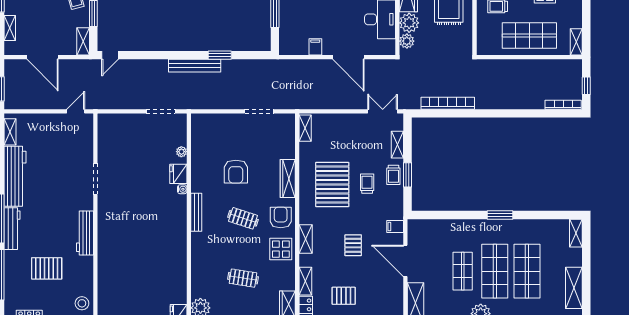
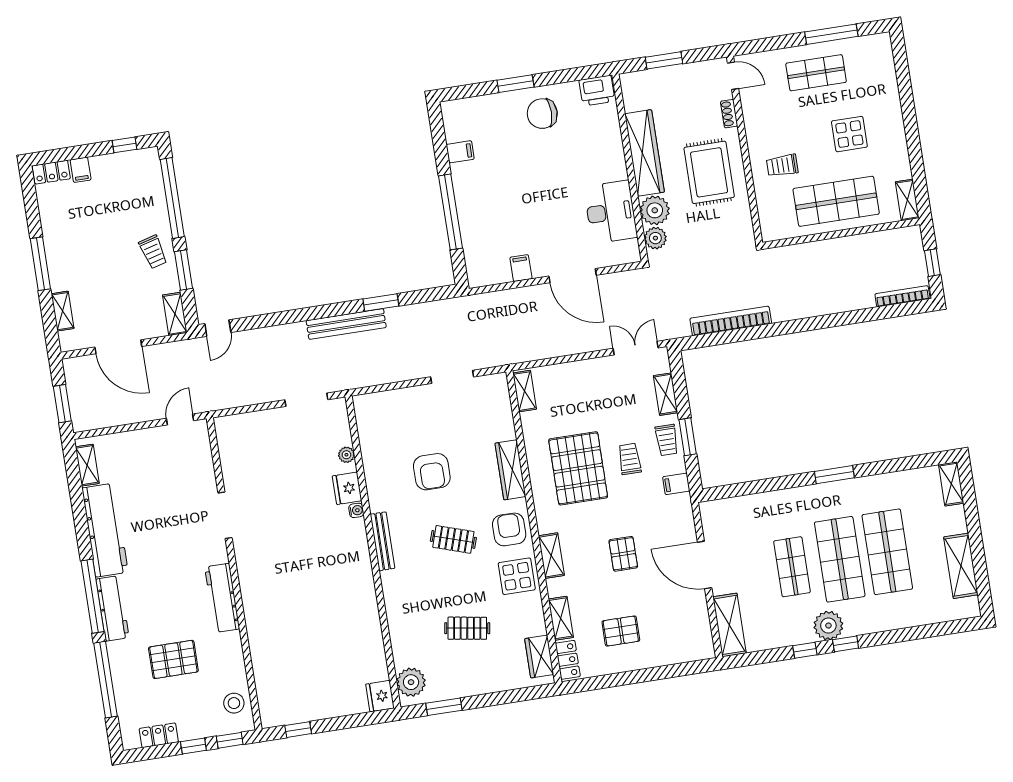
filing cabinet: (395, 227) -> (676, 484), moved

